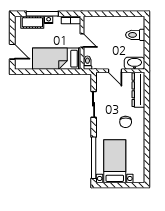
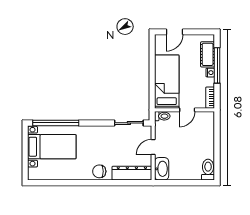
toilet: (135, 35) -> (208, 170), moved
sliding door: (94, 104) -> (129, 123), moved
chair: (126, 122) -> (99, 171), moved

